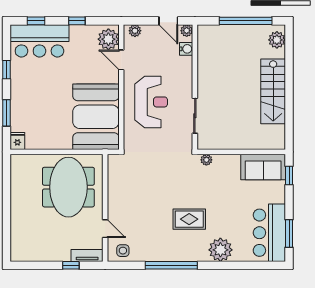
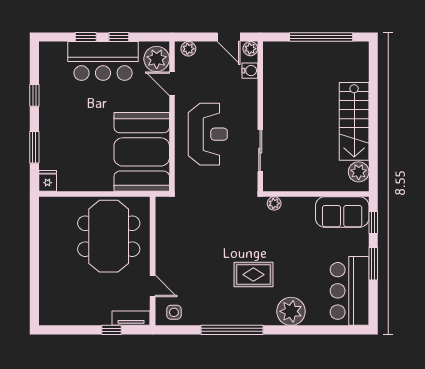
window: (36, 21) -> (86, 37), moved
plant: (277, 40) -> (359, 172), moved
bar counter: (39, 41) -> (103, 61), moved
window: (289, 234) -> (373, 264), moved

